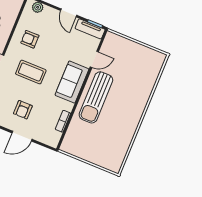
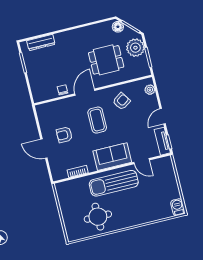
armchair: (30, 39) -> (121, 101), turned 56
barbecue: (157, 57) -> (178, 207), added
round table: (115, 132) -> (98, 217), added

